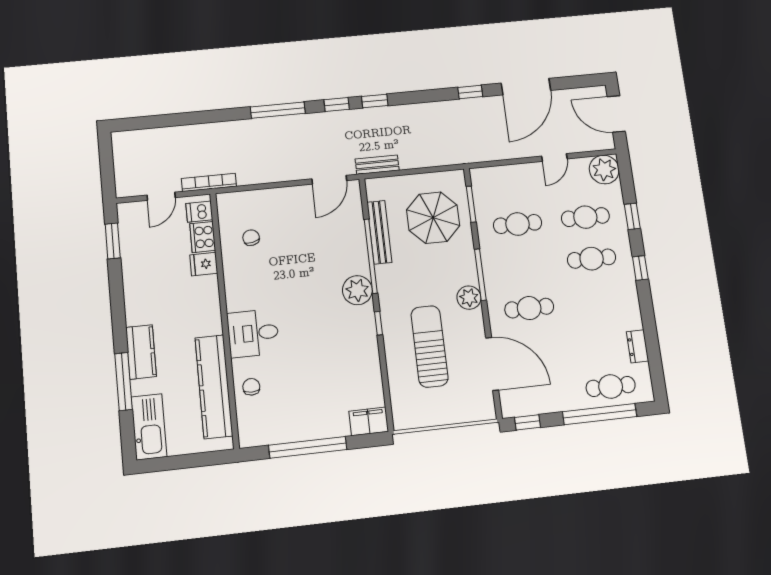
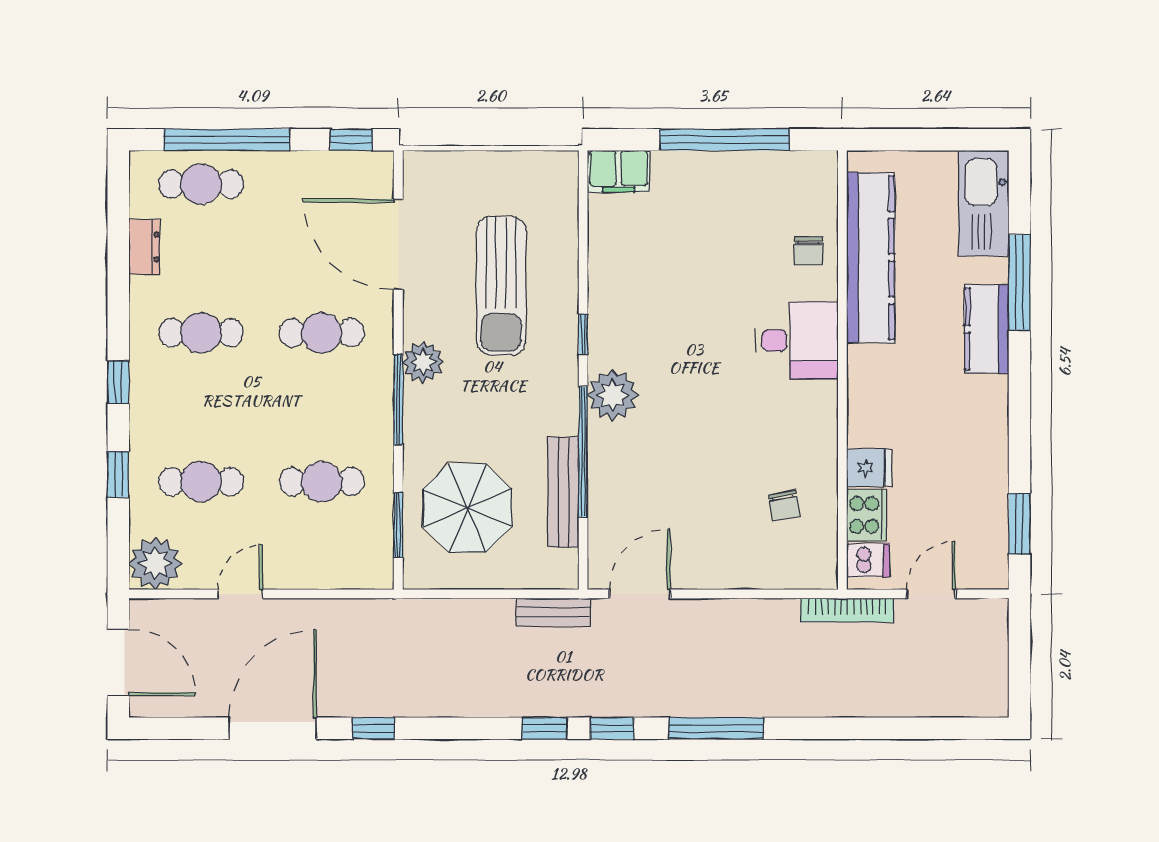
cafe table: (592, 259) -> (201, 333), moved

